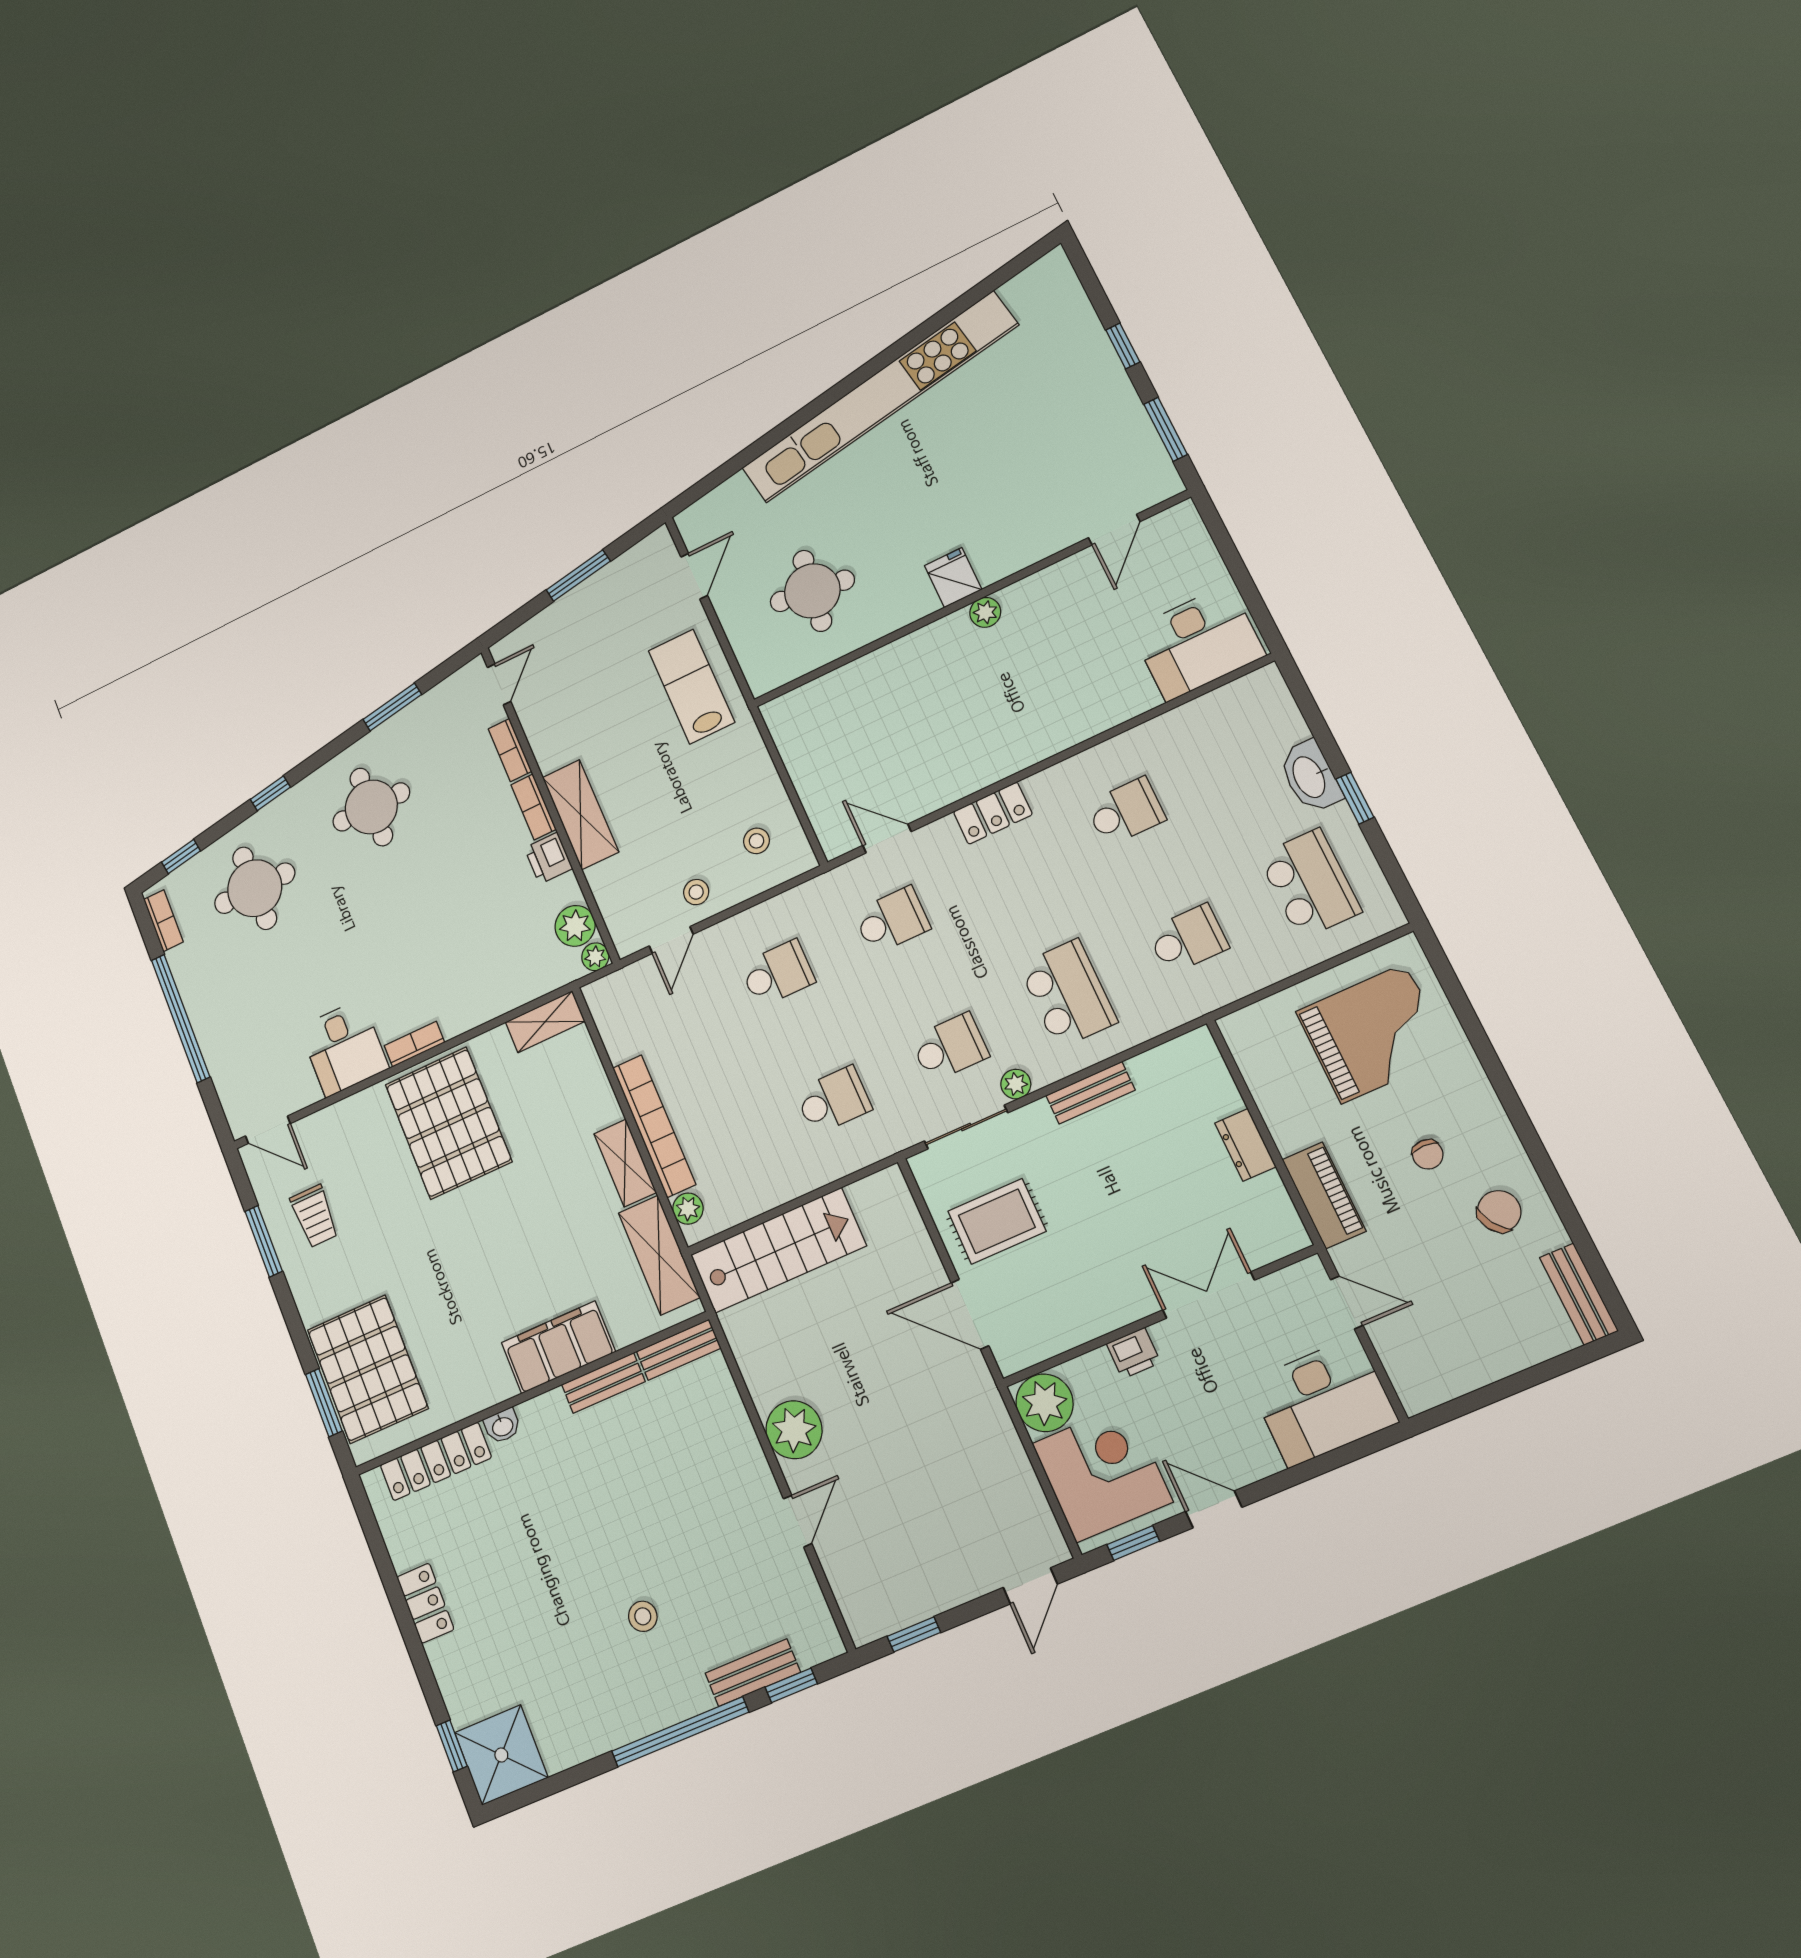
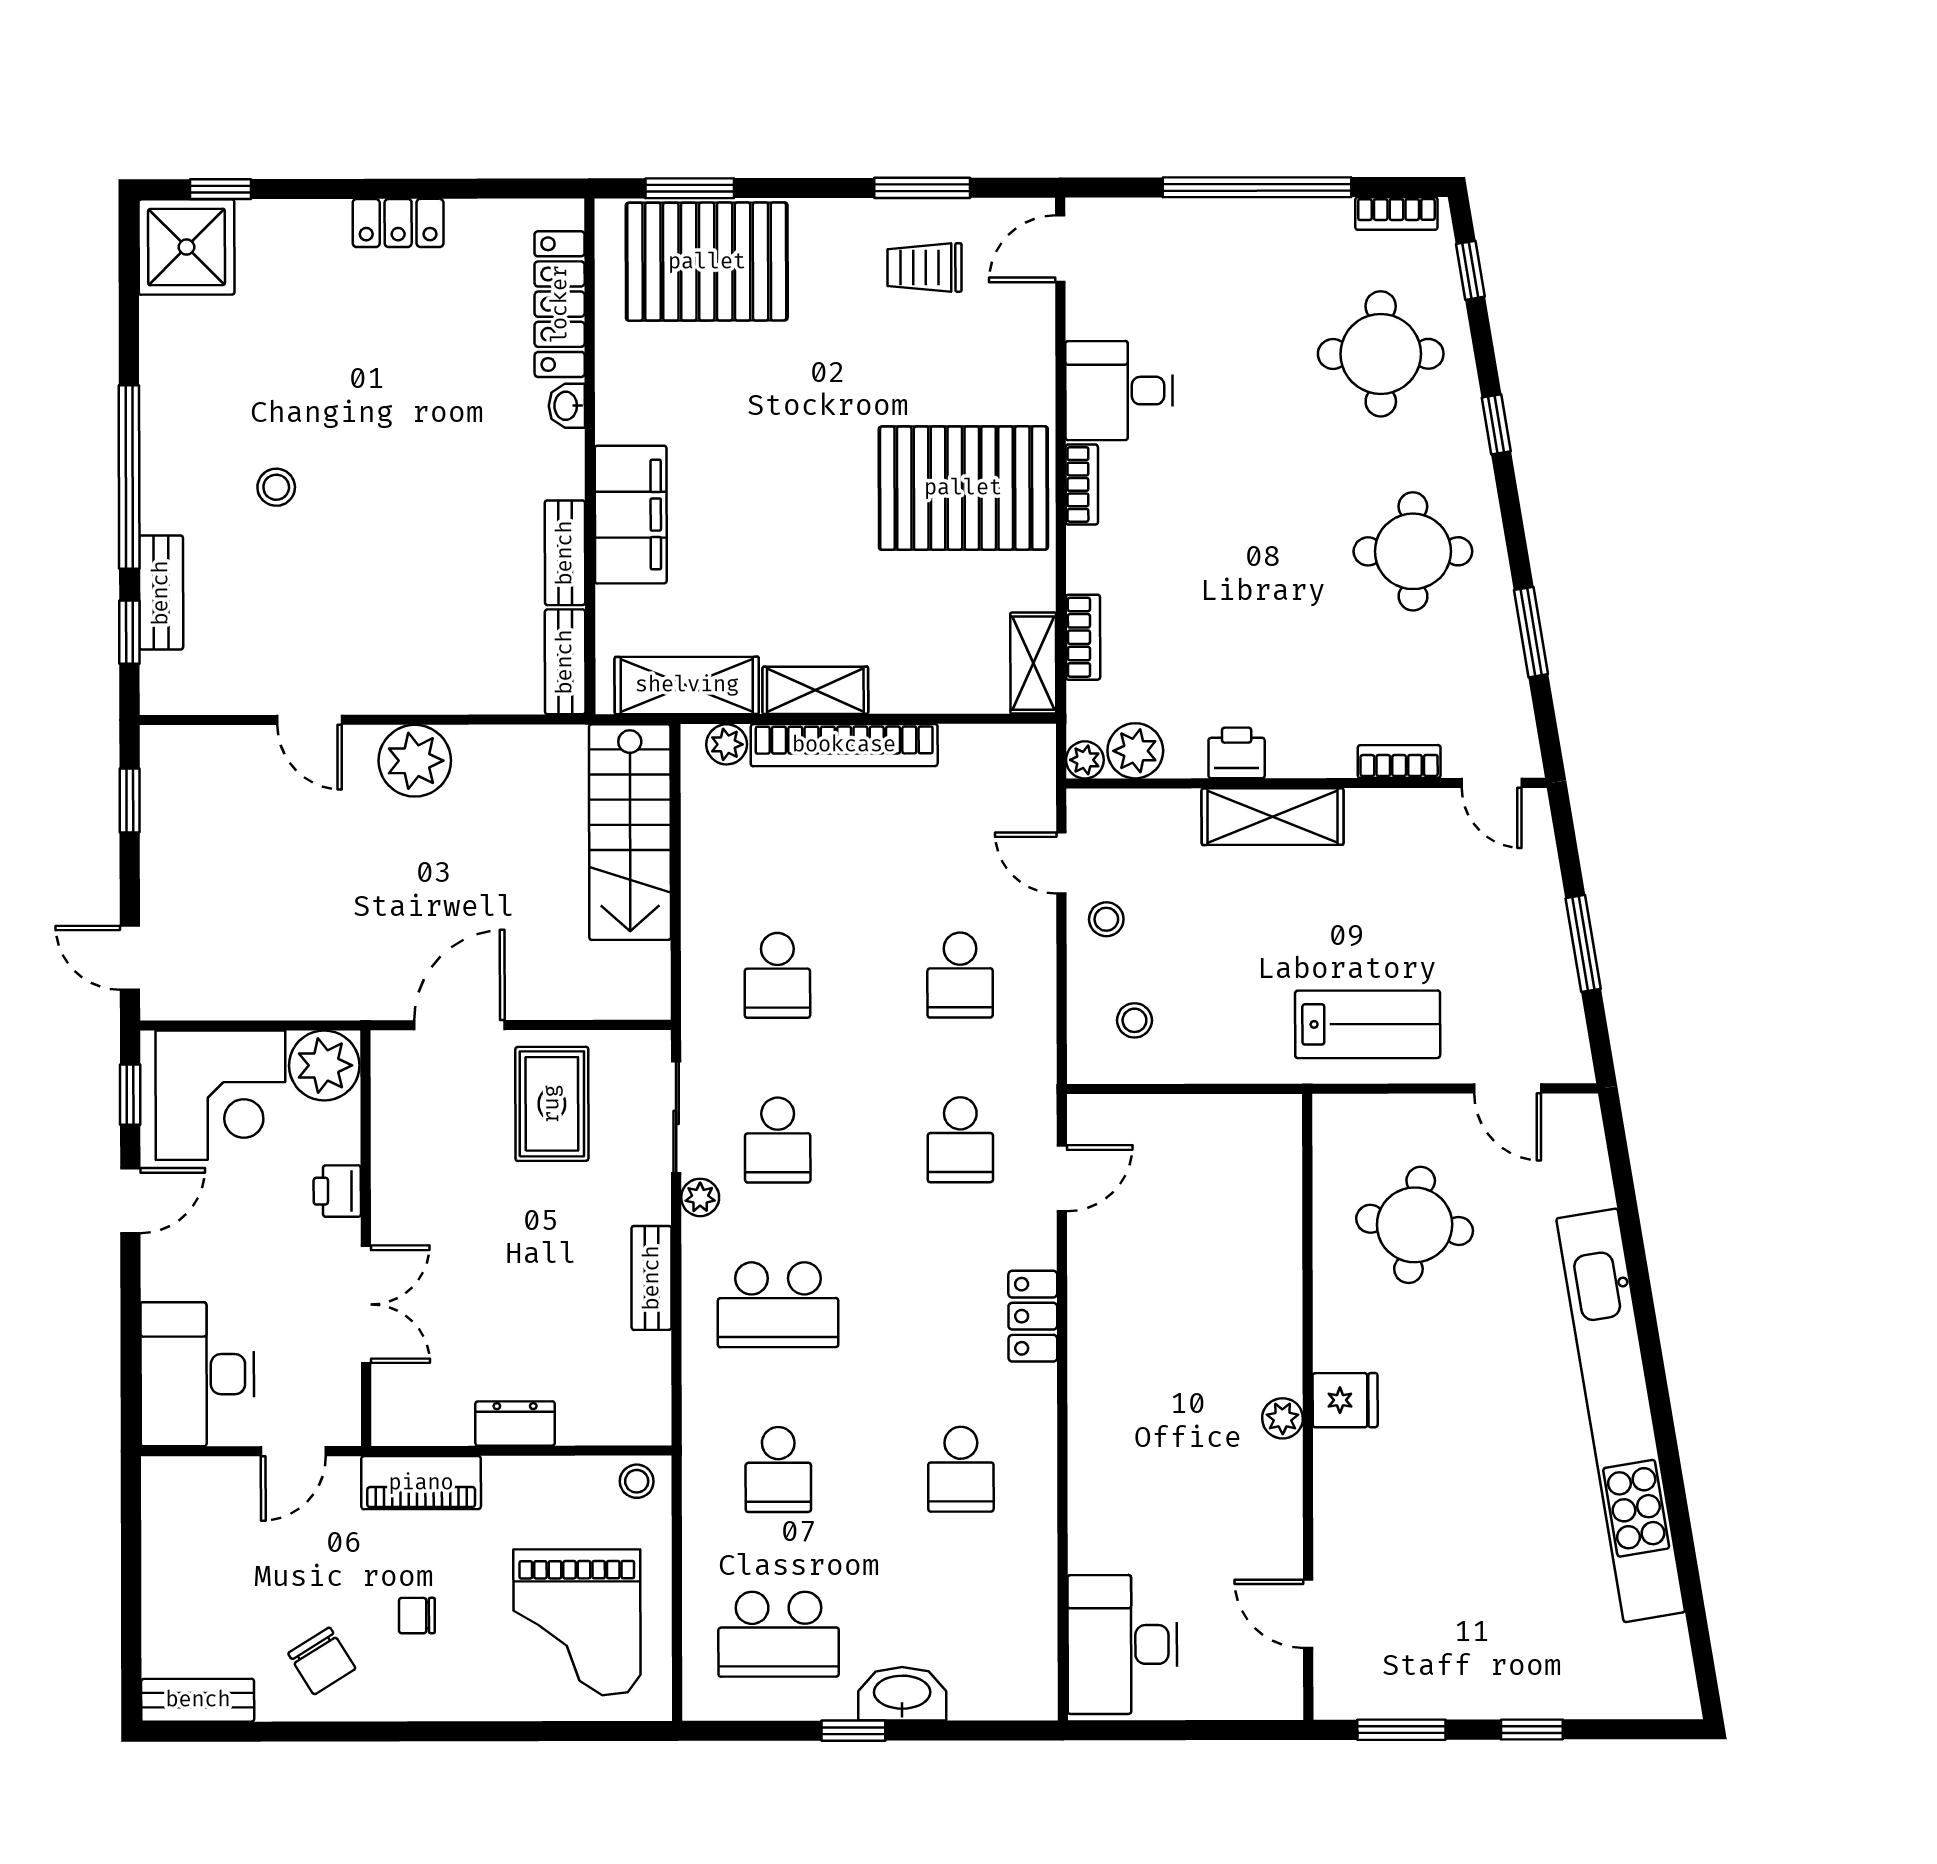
bookcase: (533, 807) -> (1083, 637), moved, turned 90
stool: (1246, 1037) -> (637, 1481), added

